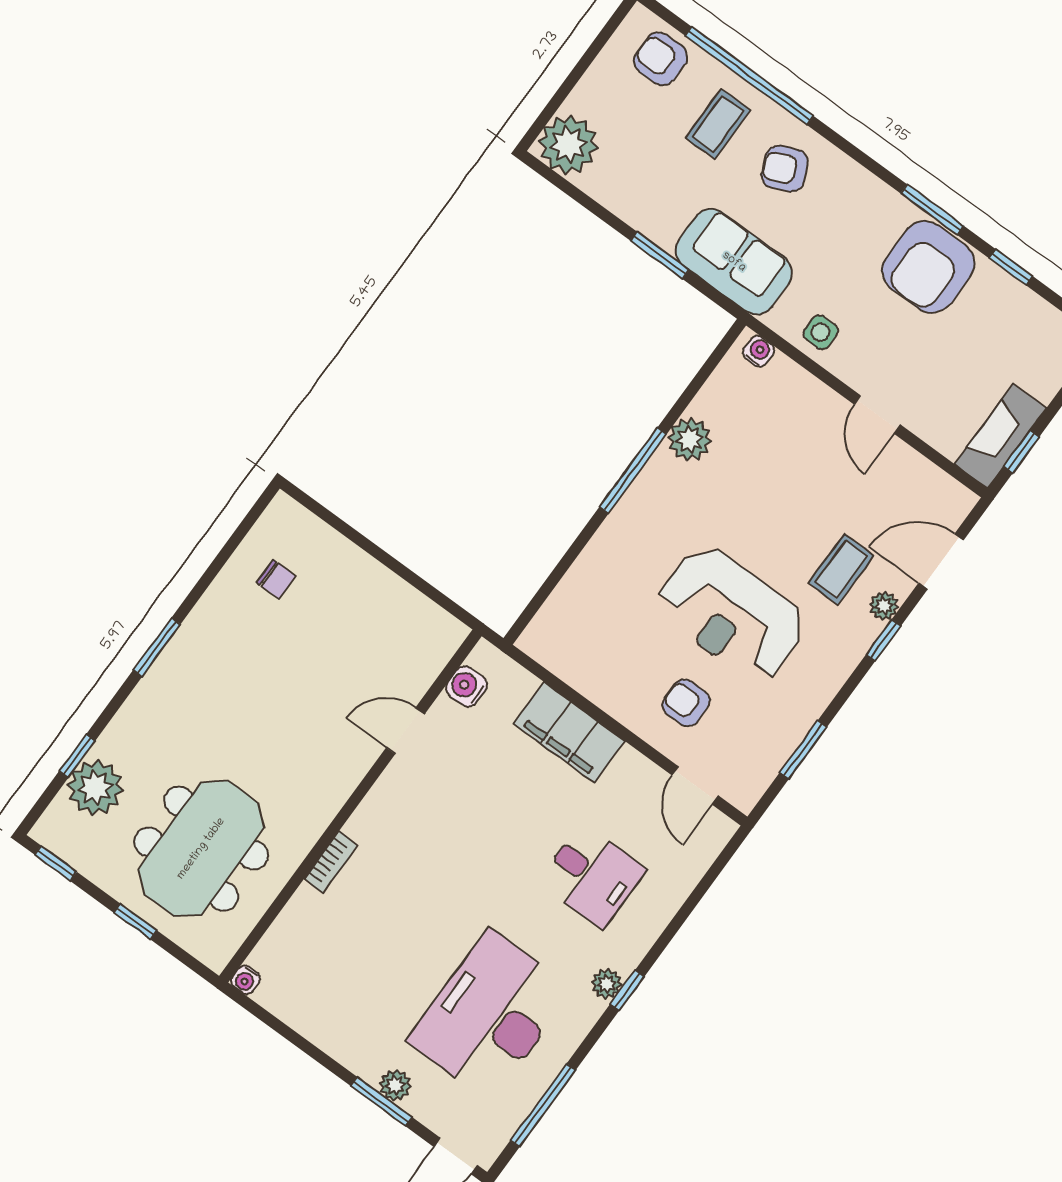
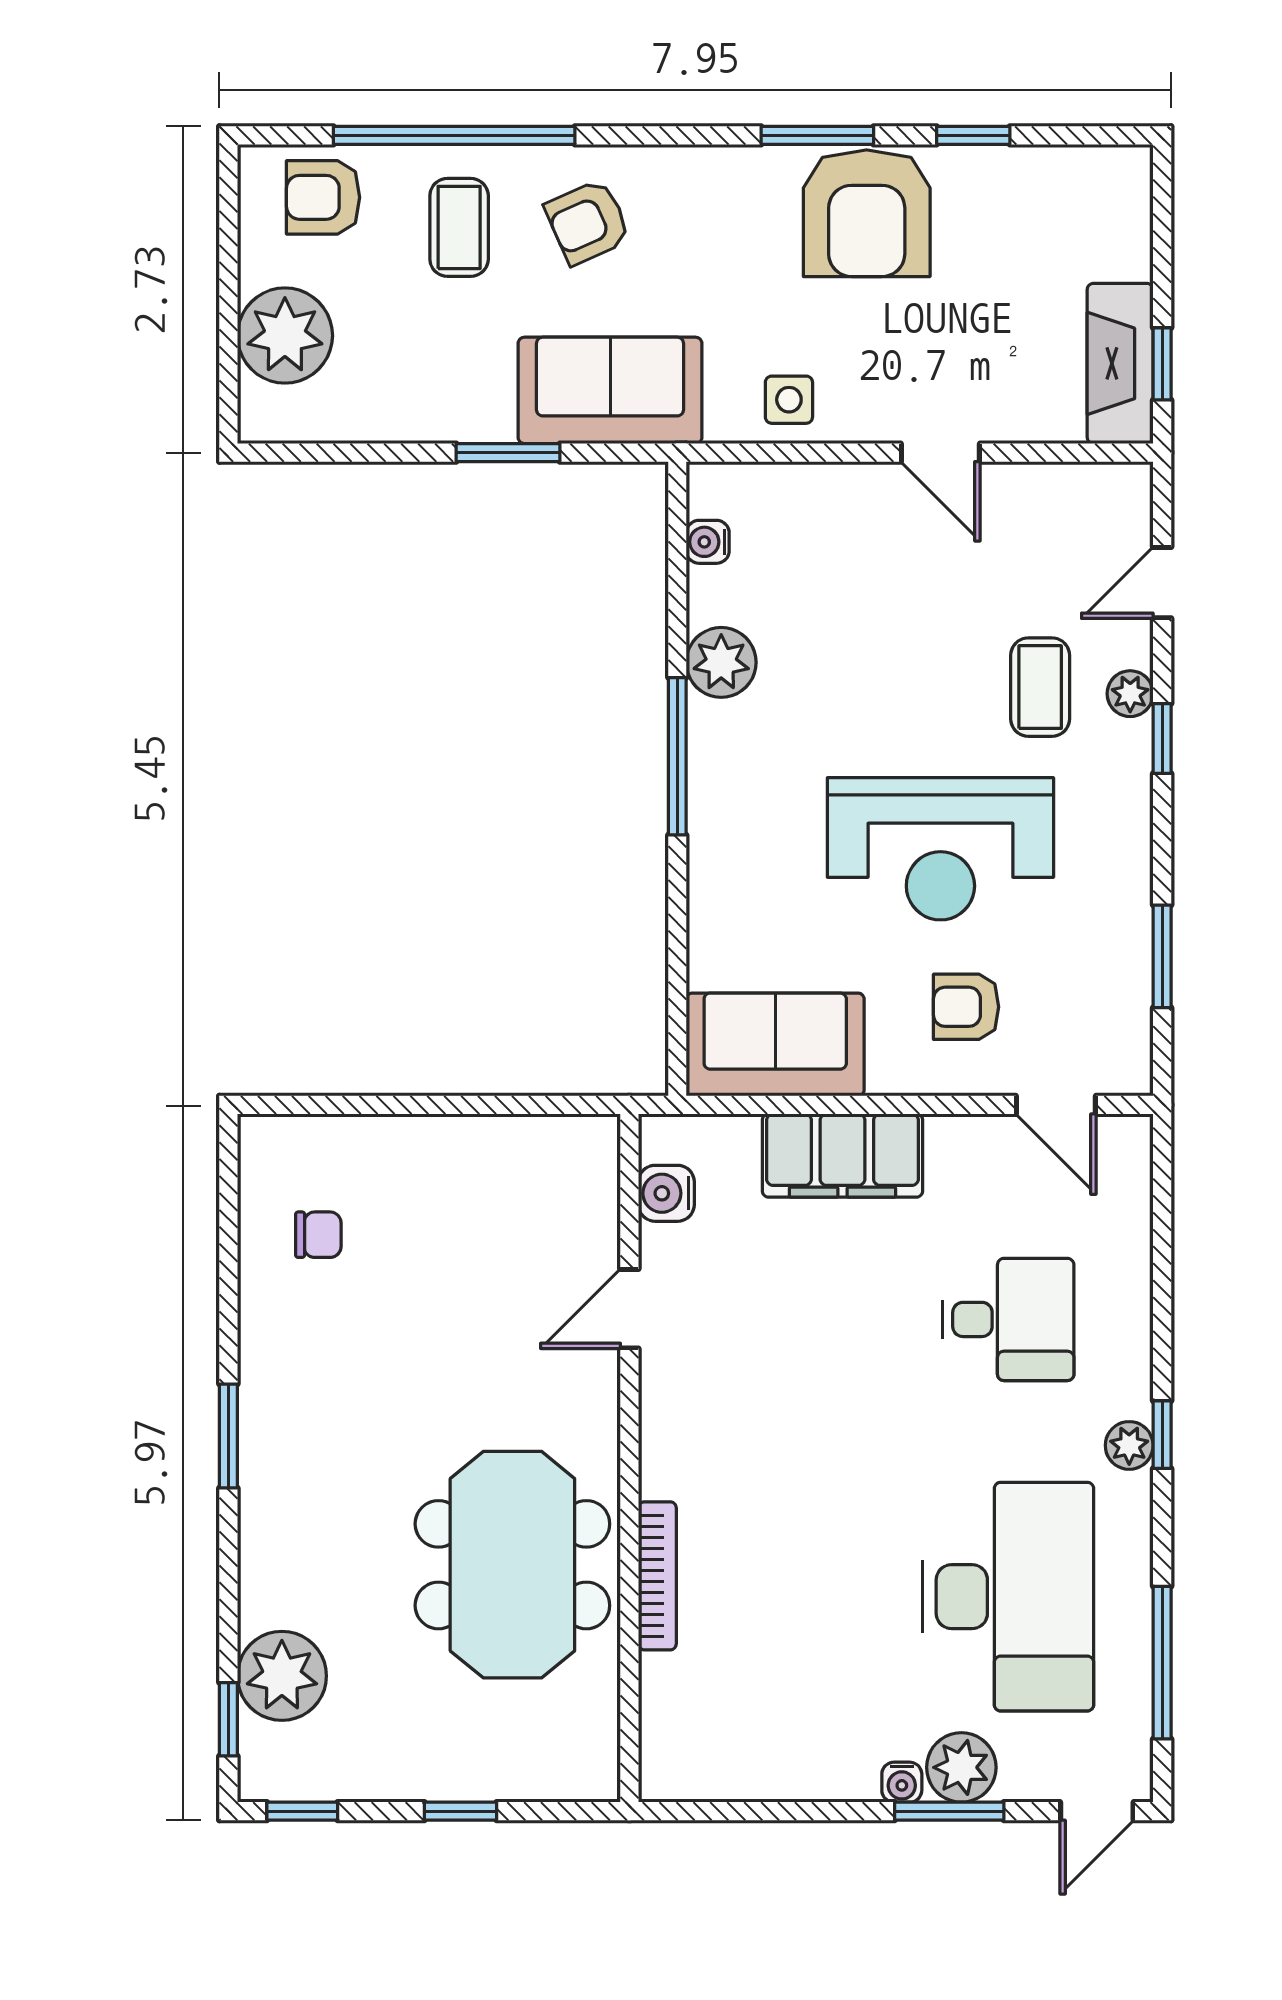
plant: (568, 145) -> (285, 336), moved
water cooler: (759, 351) -> (708, 542), moved, turned -90
door: (941, 562) -> (1162, 583), width x0.73
sofa: (576, 652) -> (775, 1044), added
window: (77, 756) -> (228, 1719), moved
meeting table: (201, 849) -> (512, 1565), moved
bookcase: (331, 862) -> (657, 1576), width x1.56
water cooler: (246, 980) -> (902, 1782), moved
desk: (490, 1015) -> (1008, 1597), turned 180
plant: (395, 1085) -> (961, 1767), width x1.38, depth x1.38

